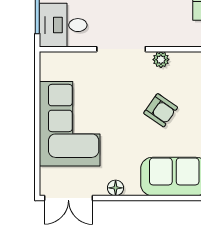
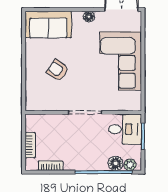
plant: (161, 60) -> (57, 105), removed

